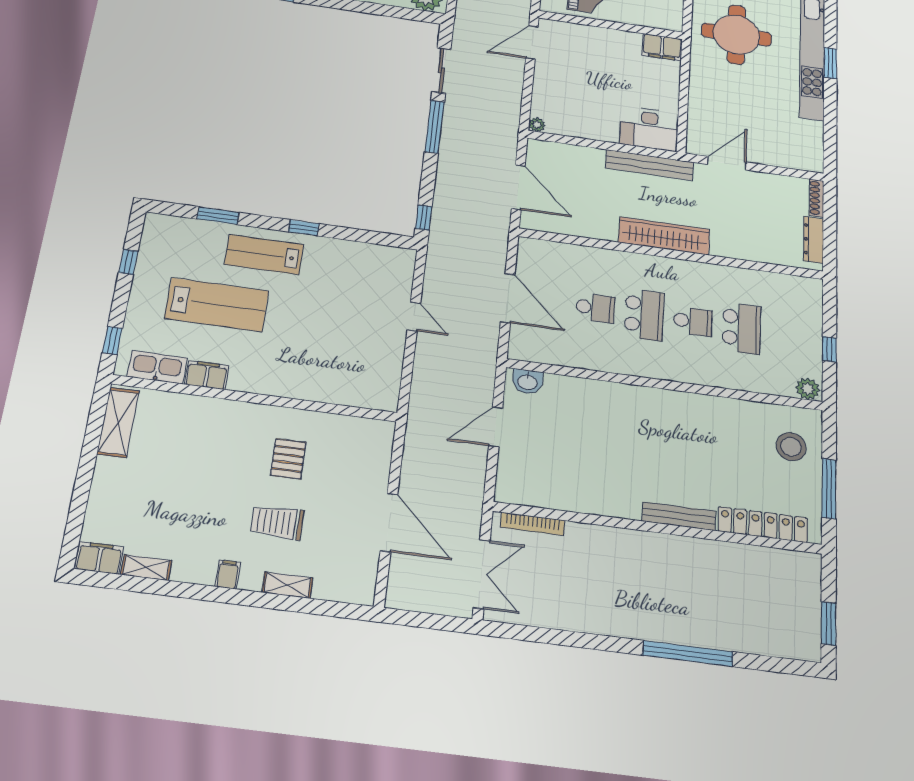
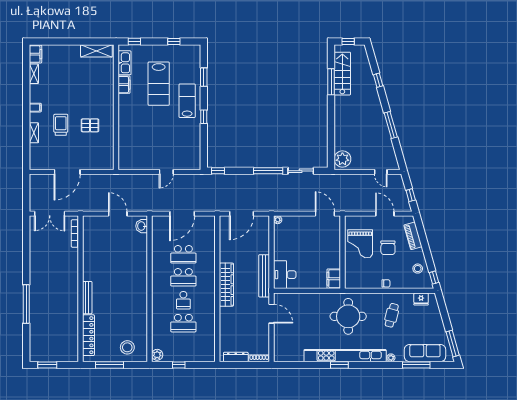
school desk: (595, 308) -> (183, 254), width x1.85

